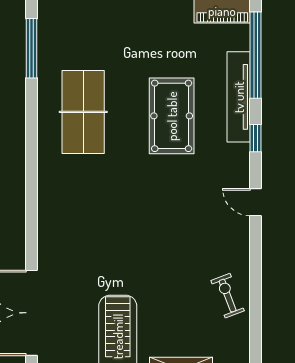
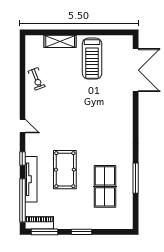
window: (31, 48) -> (136, 178), moved
table tennis table: (83, 112) -> (105, 186), moved

